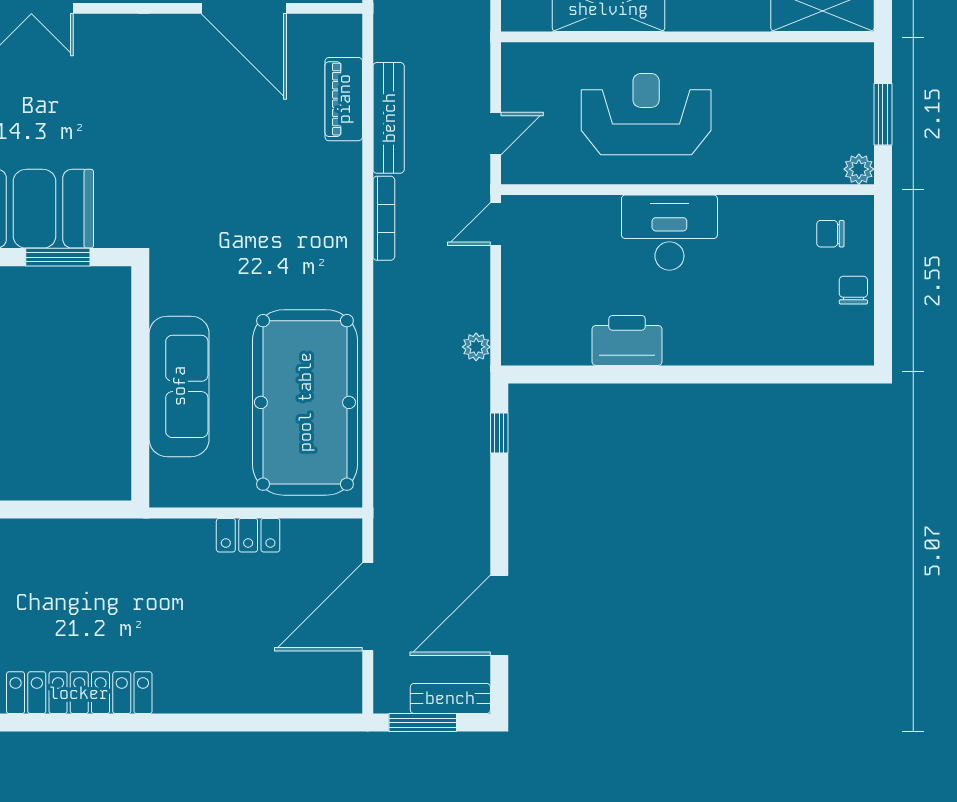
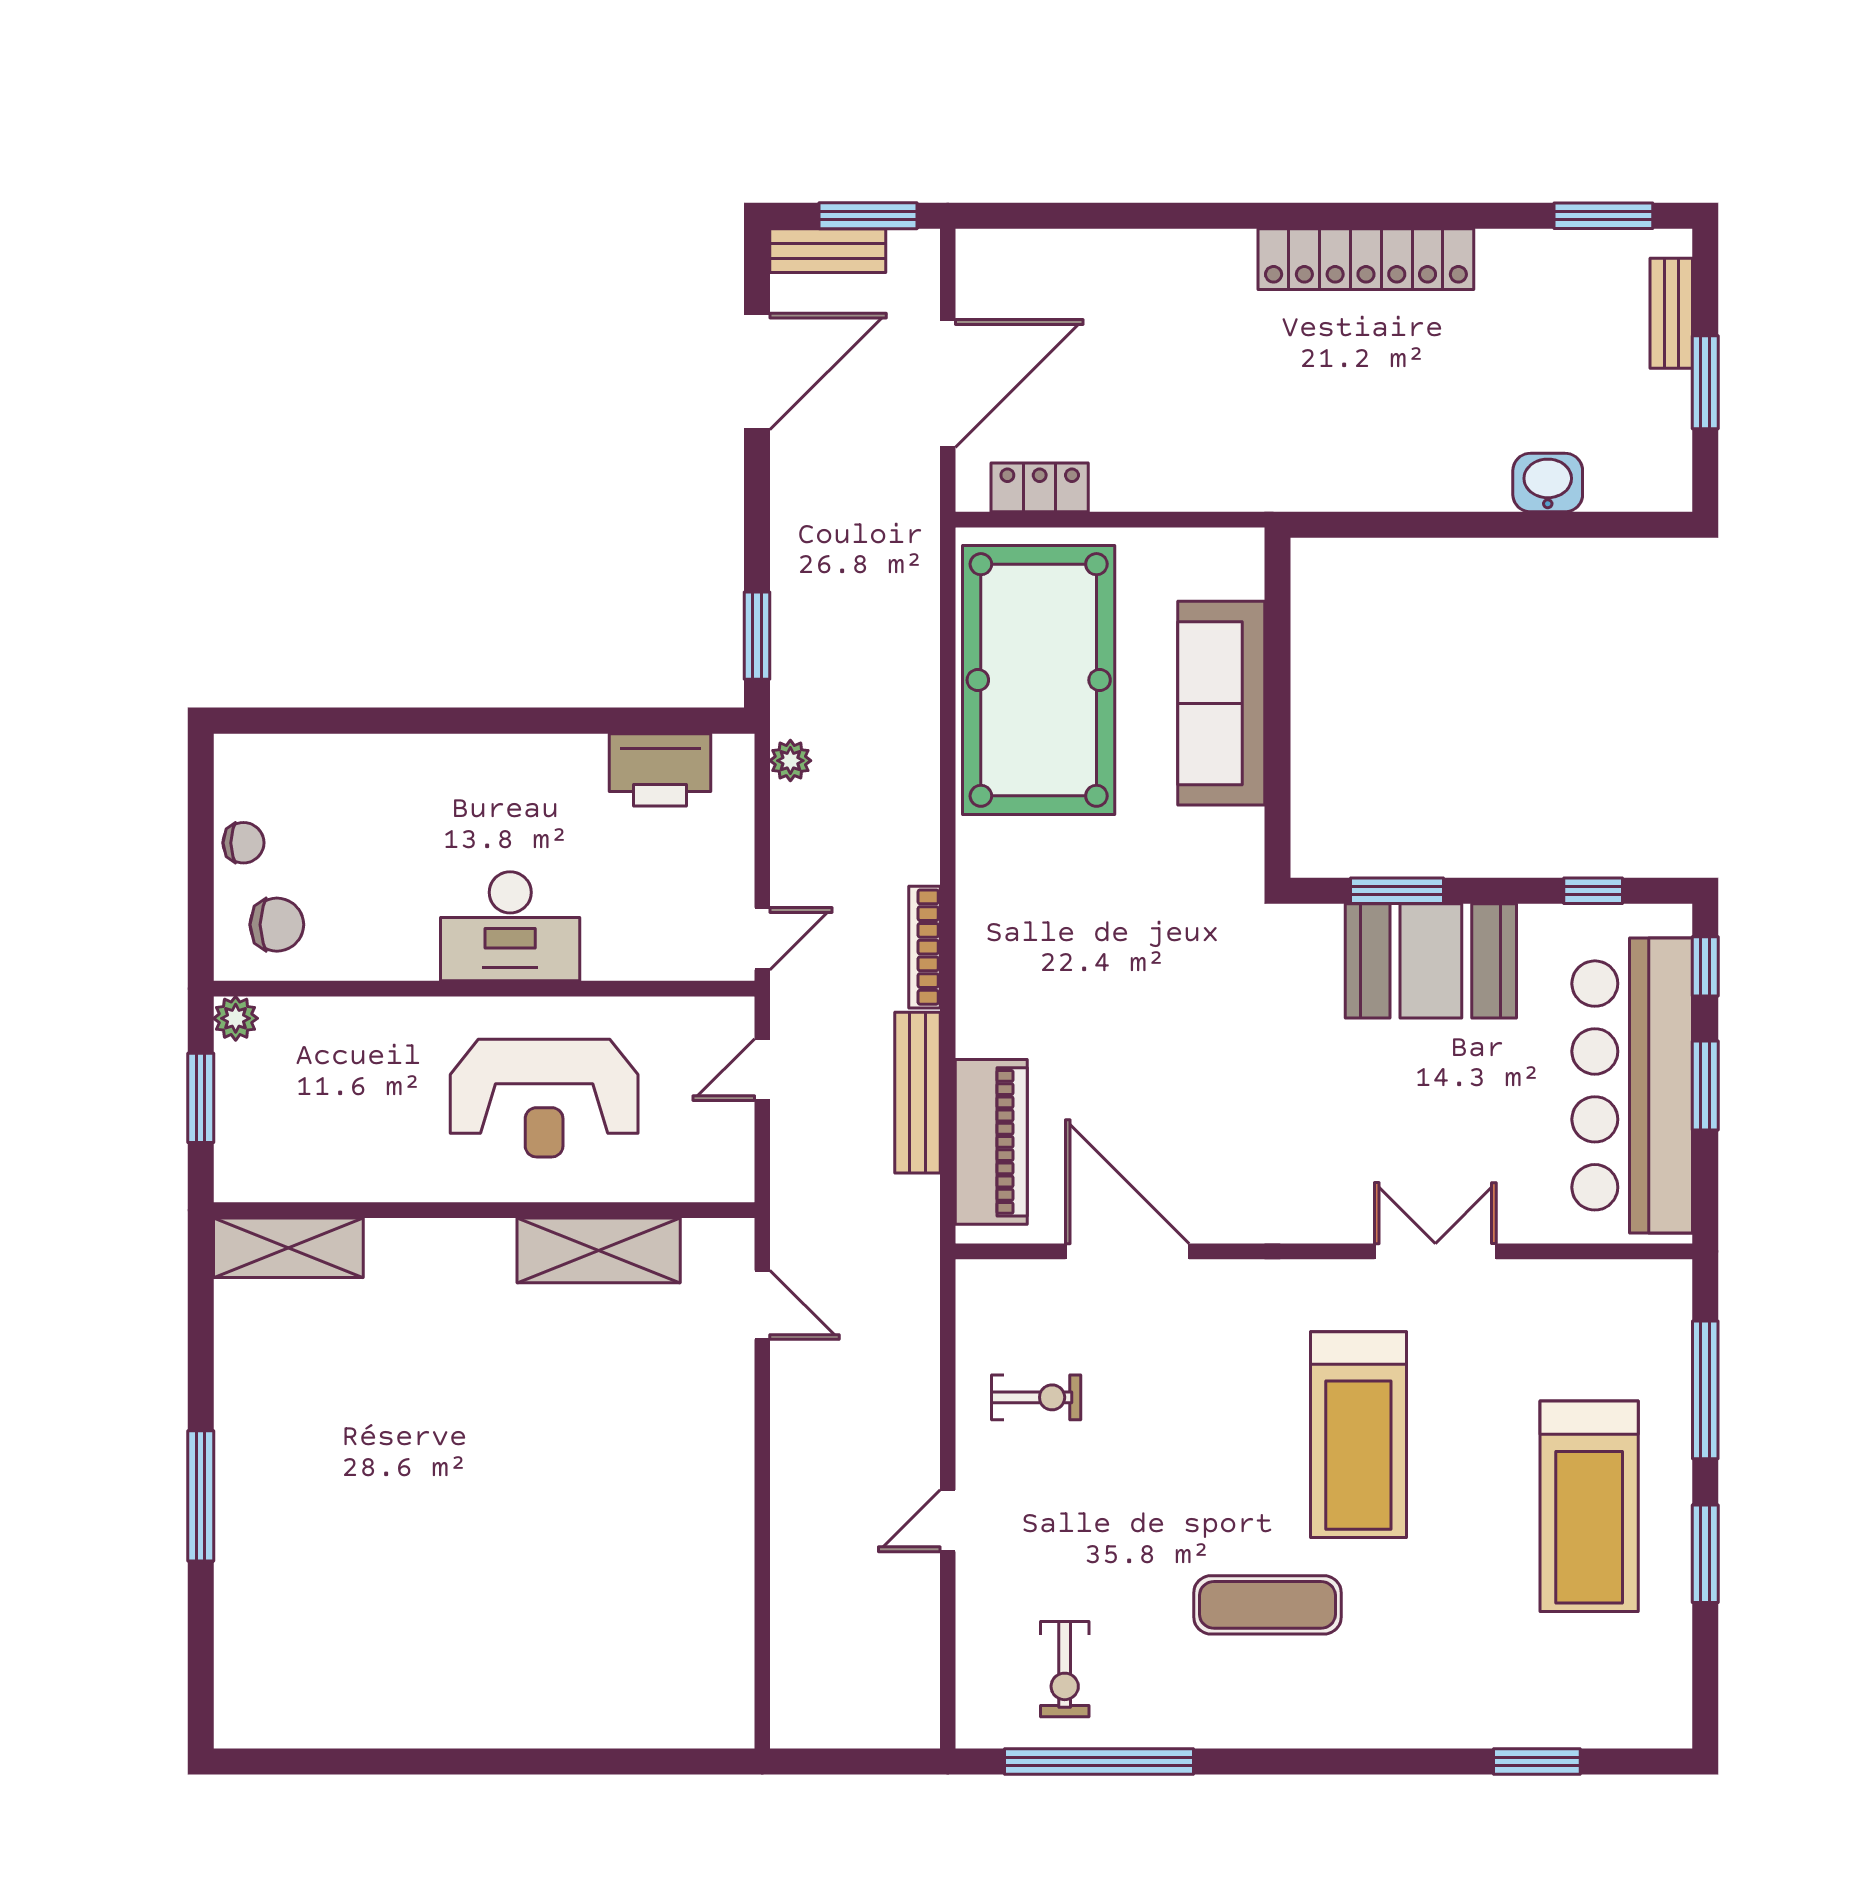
piano: (344, 99) -> (991, 1142), width x1.37, depth x1.33
chair: (830, 234) -> (277, 925), width x1.37, depth x1.37
chair: (853, 290) -> (243, 843), turned -90
printer: (627, 340) -> (660, 770), moved
window: (499, 433) -> (757, 636), width x1.50
locker: (248, 535) -> (1040, 487), moved

